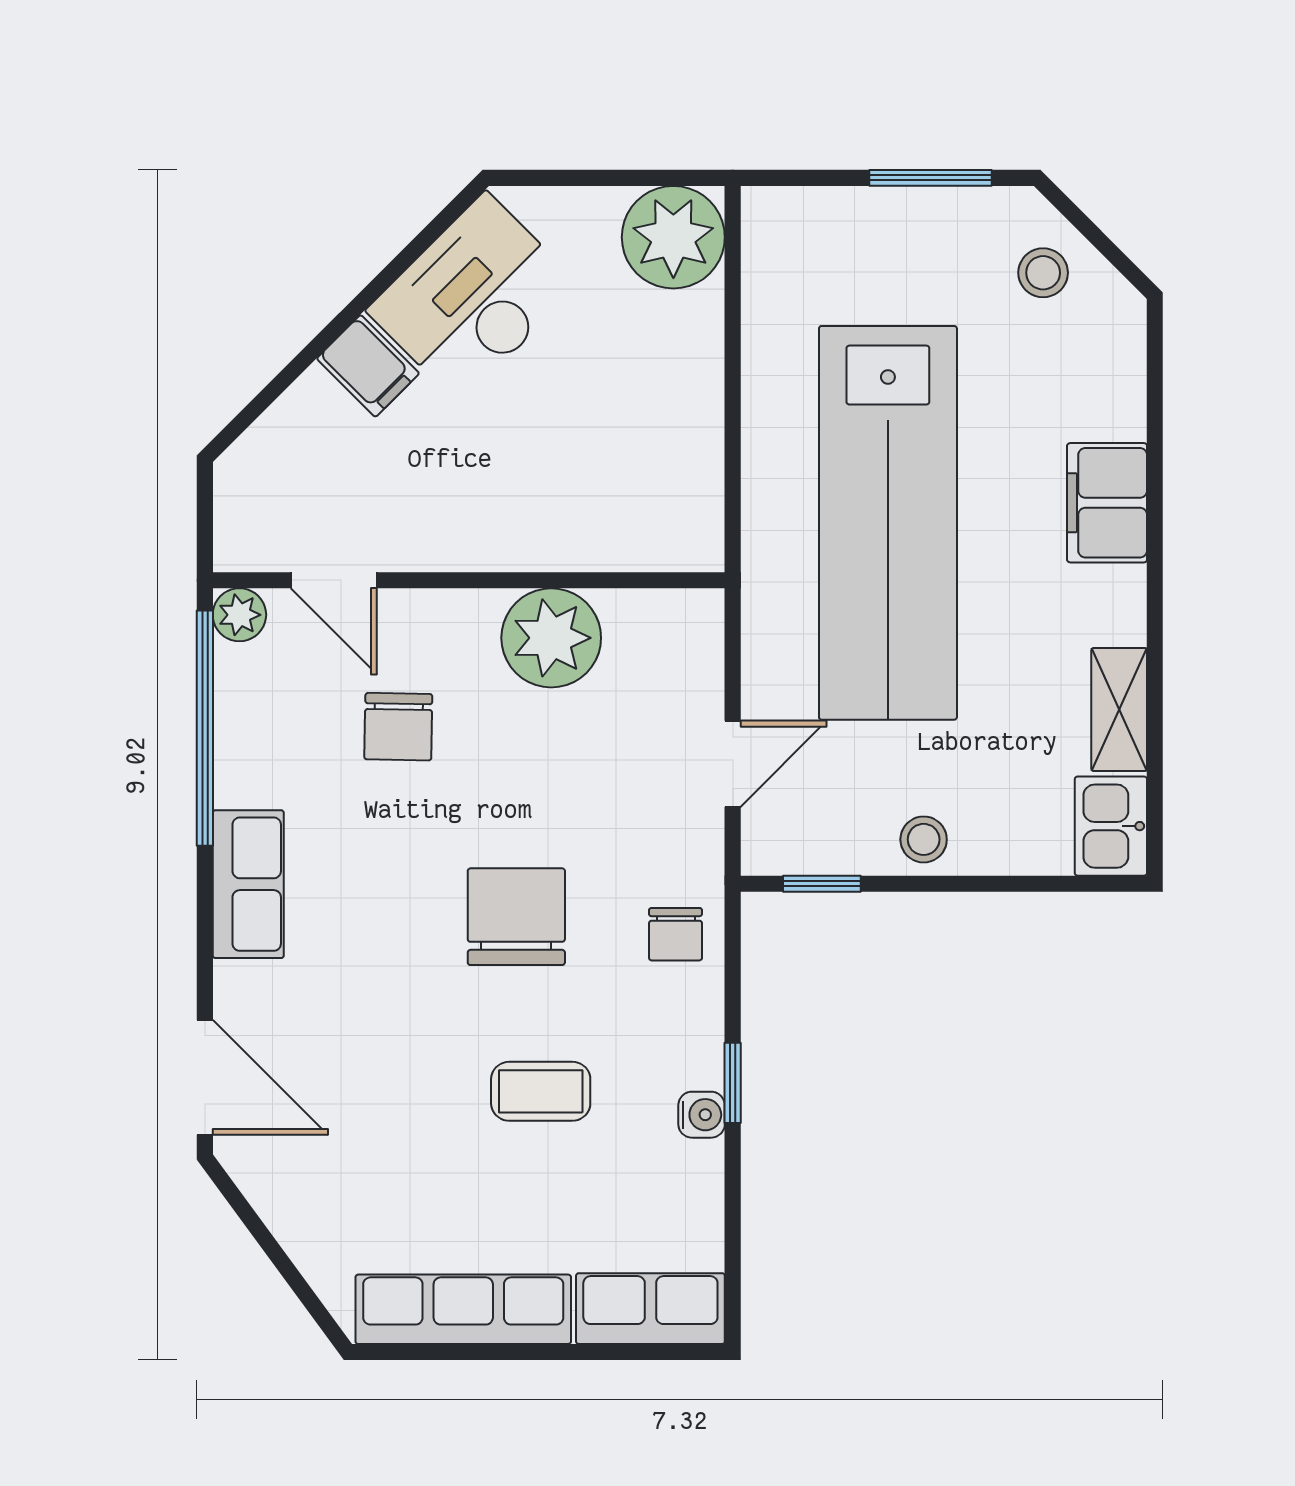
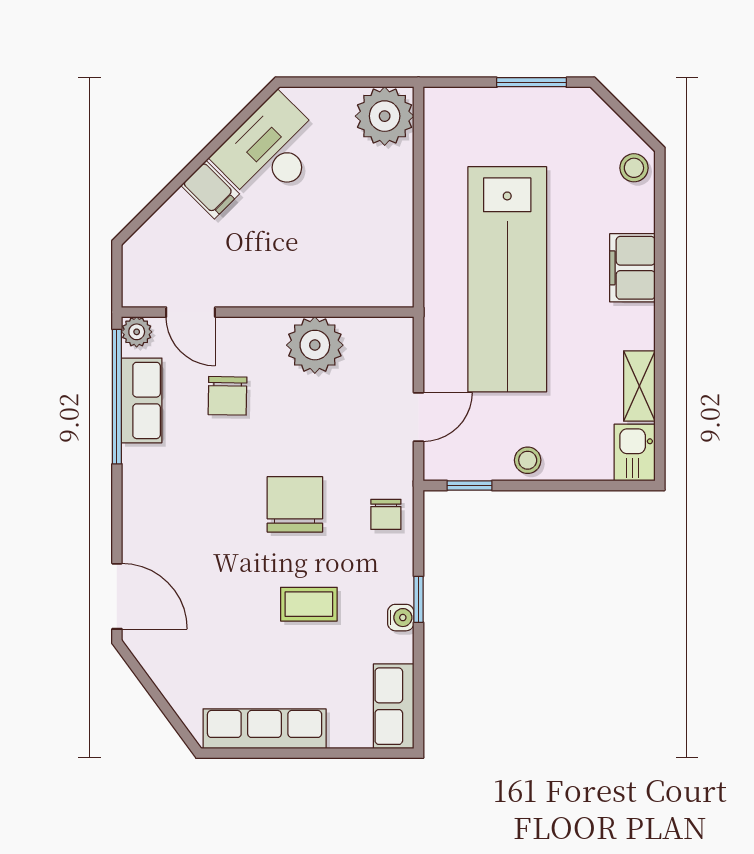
stool: (1043, 273) -> (634, 168), moved
row of seats: (248, 884) -> (142, 400), moved
row of seats: (650, 1309) -> (394, 706), moved, turned -90

